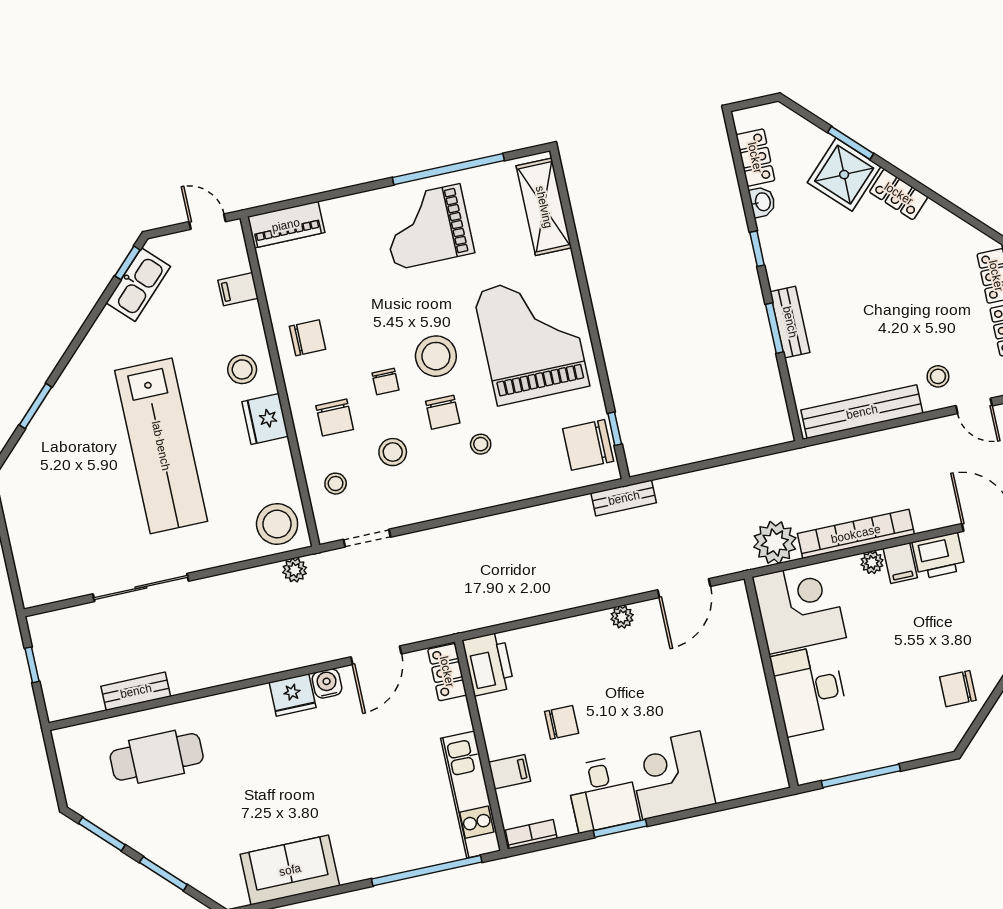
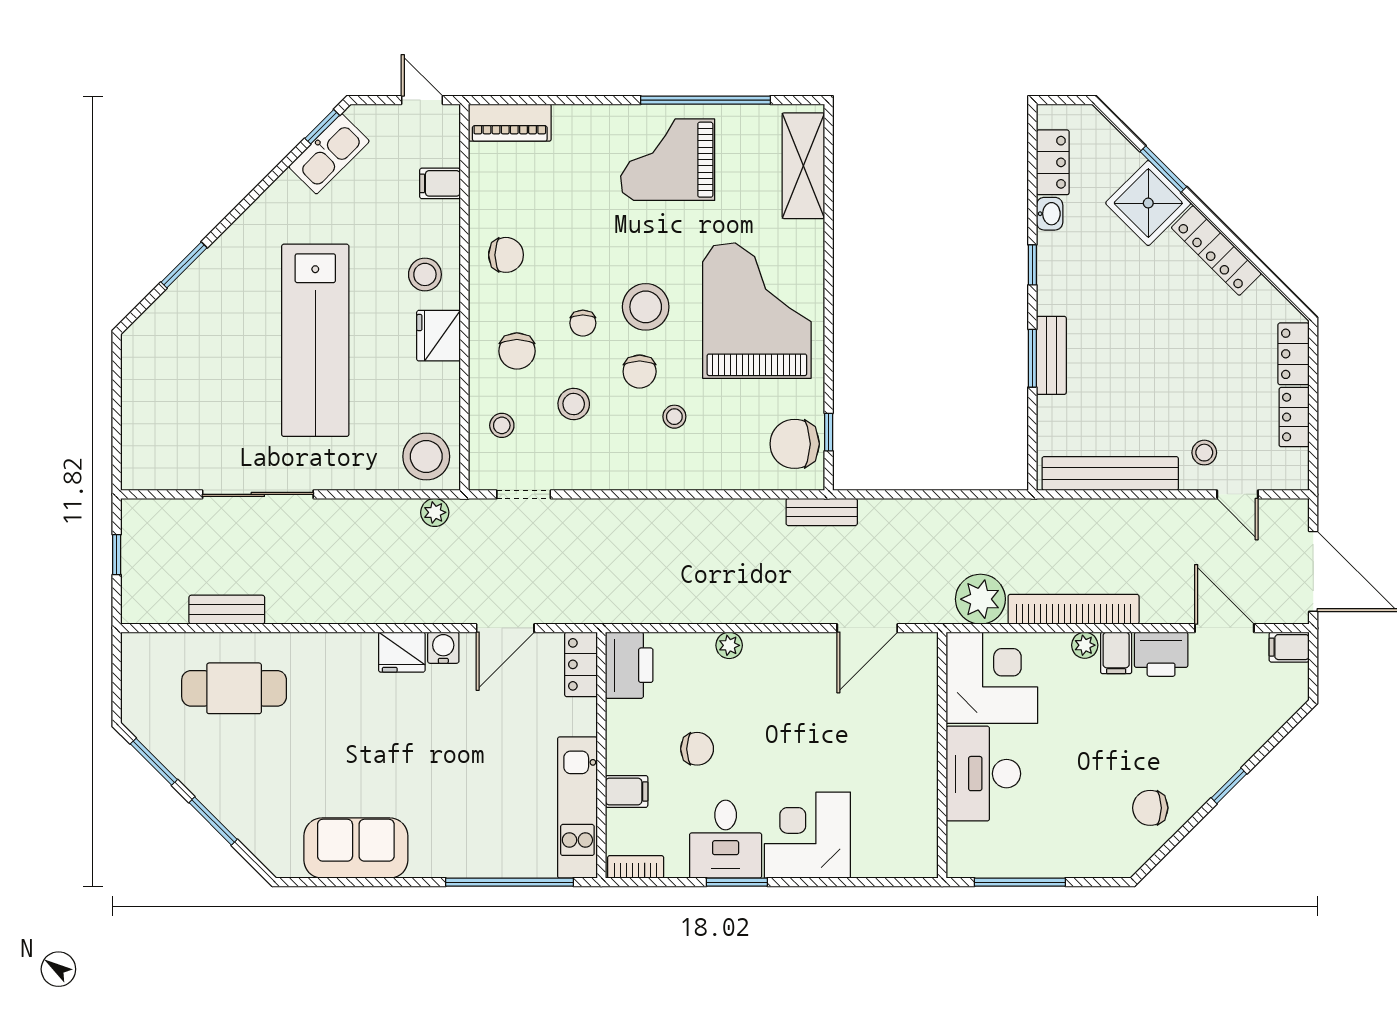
locker: (899, 194) -> (1216, 250), width x1.53
plant: (622, 617) -> (729, 645), moved

